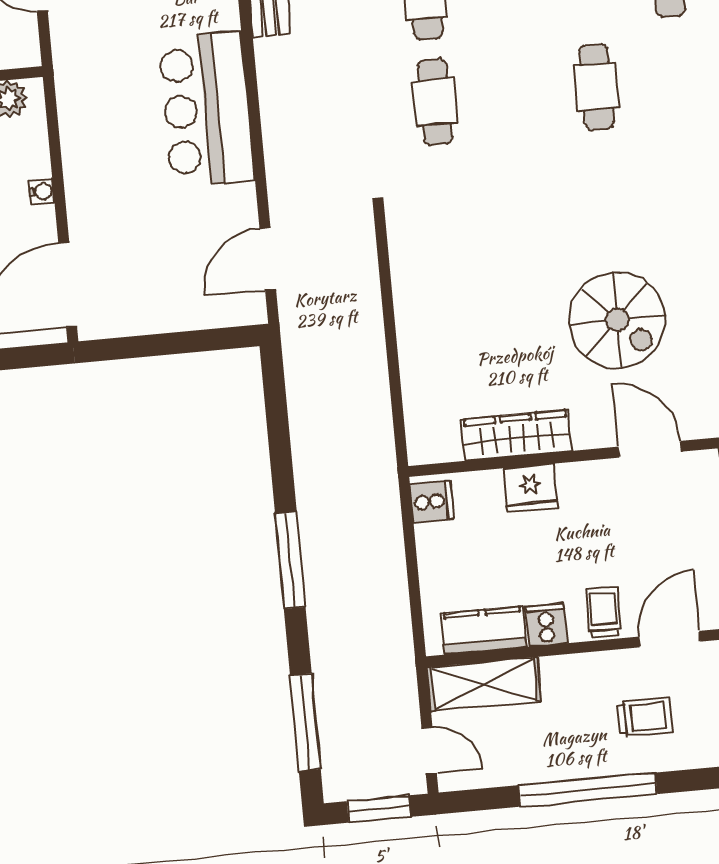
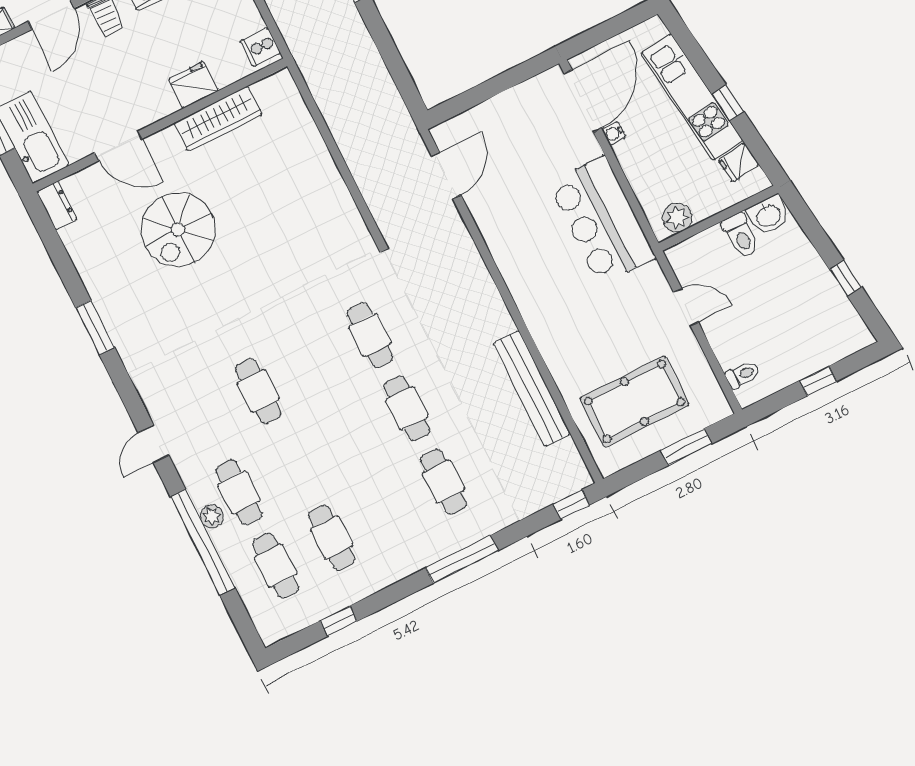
bar counter: (207, 109) -> (602, 221), moved, turned 180
water cooler: (42, 191) -> (614, 133), moved
spiral stairs: (617, 320) -> (178, 229), turned -90

